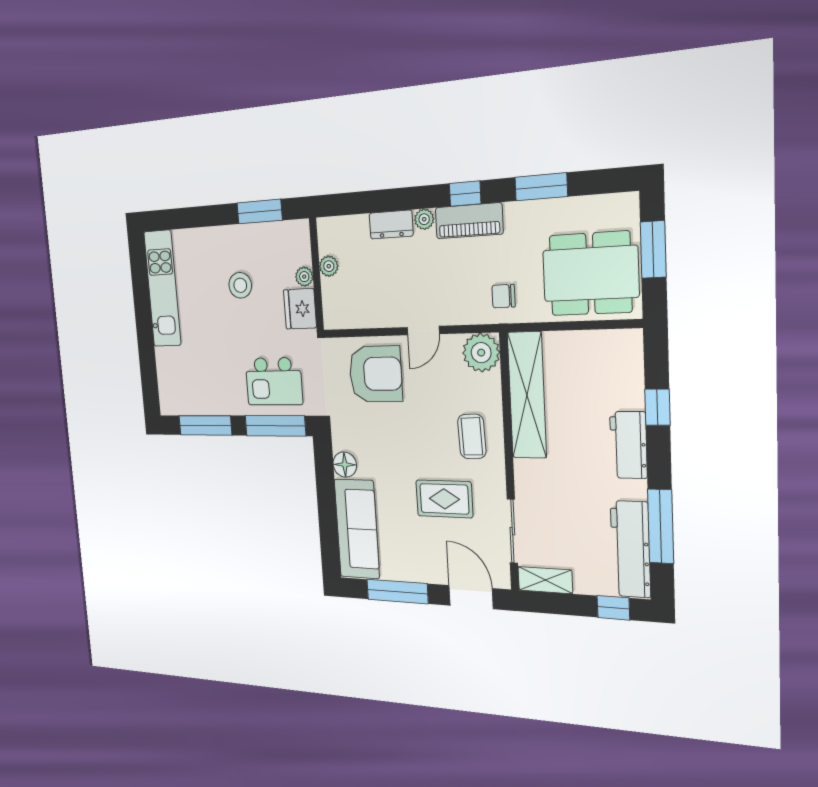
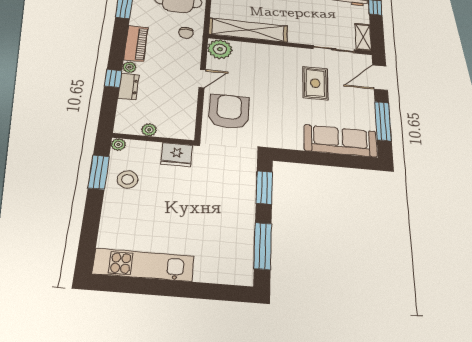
window: (465, 194) -> (113, 78), moved
plant: (304, 277) -> (118, 145), moved
stool: (240, 285) -> (128, 179), moved
door: (423, 331) -> (202, 79), hinge flipped
kitchen island: (274, 381) -> (230, 183), removed
window: (275, 426) -> (264, 188), width x0.69
coffee table: (472, 436) -> (273, 62), removed
floor lamp: (345, 465) -> (294, 142), removed

